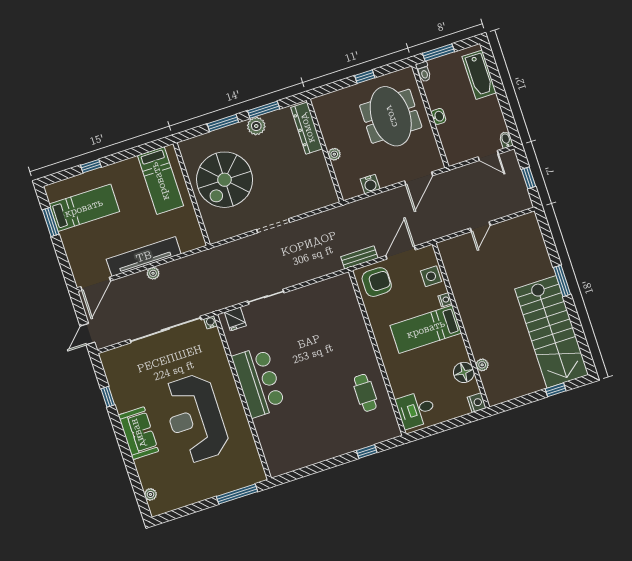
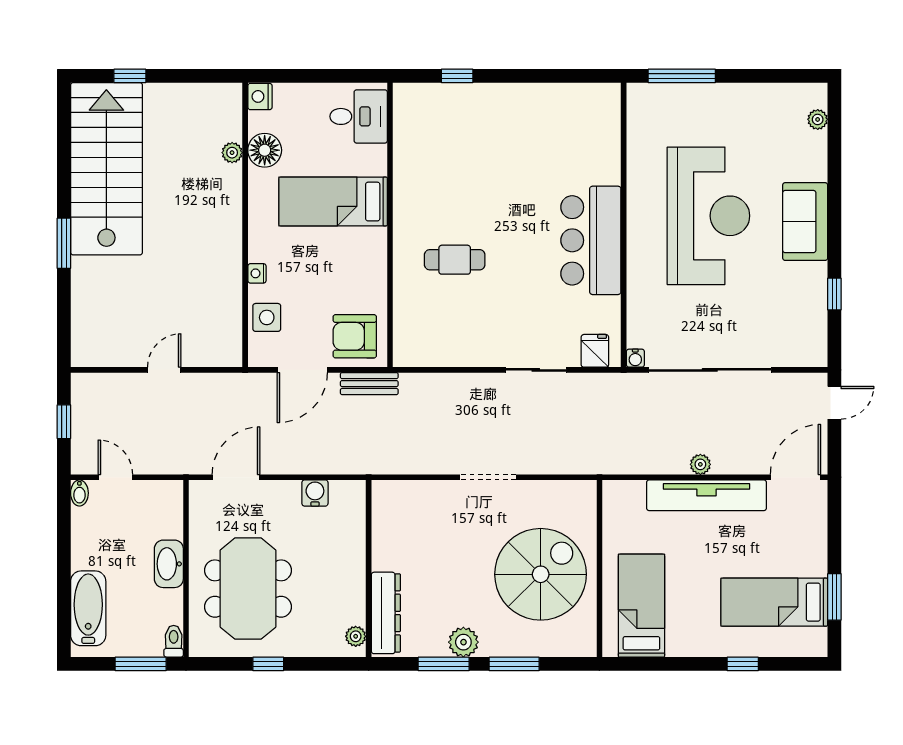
washbasin: (438, 116) -> (169, 564), width x1.91, depth x1.45
plant: (334, 154) -> (356, 636), moved
bed: (426, 329) -> (333, 202), moved, turned 180
cafe table: (365, 393) -> (455, 260), moved, turned 90

